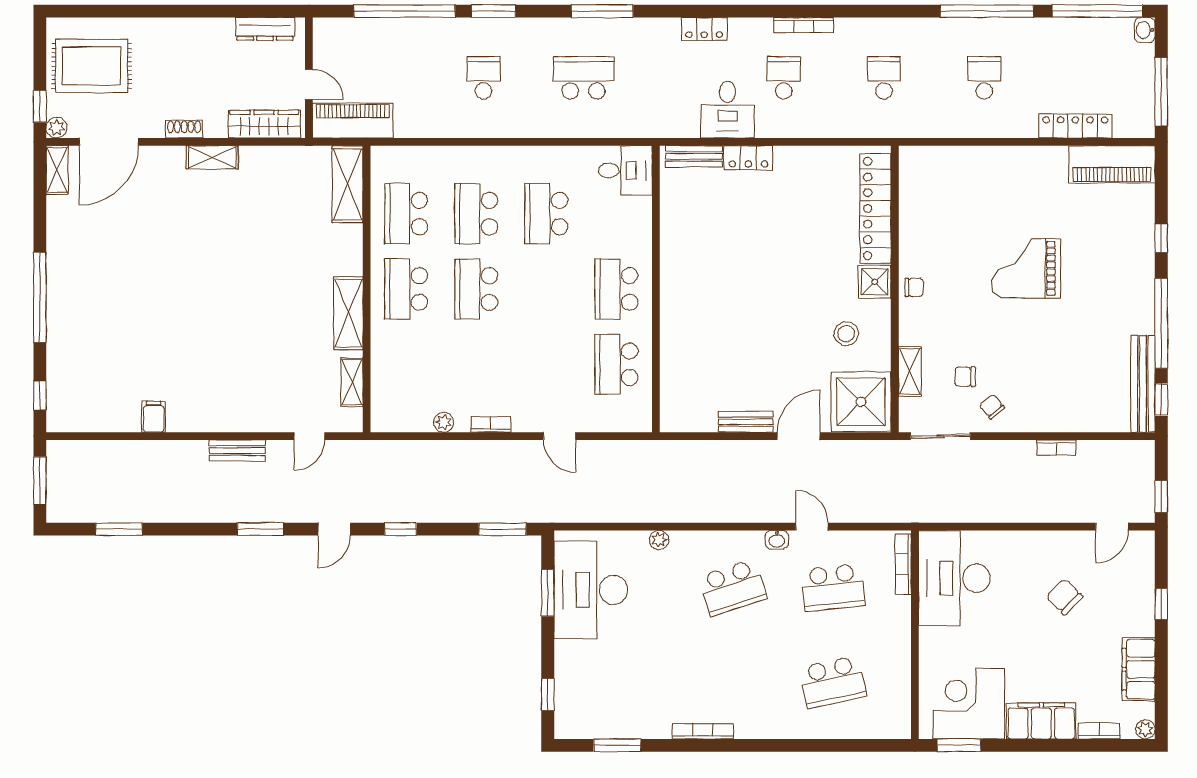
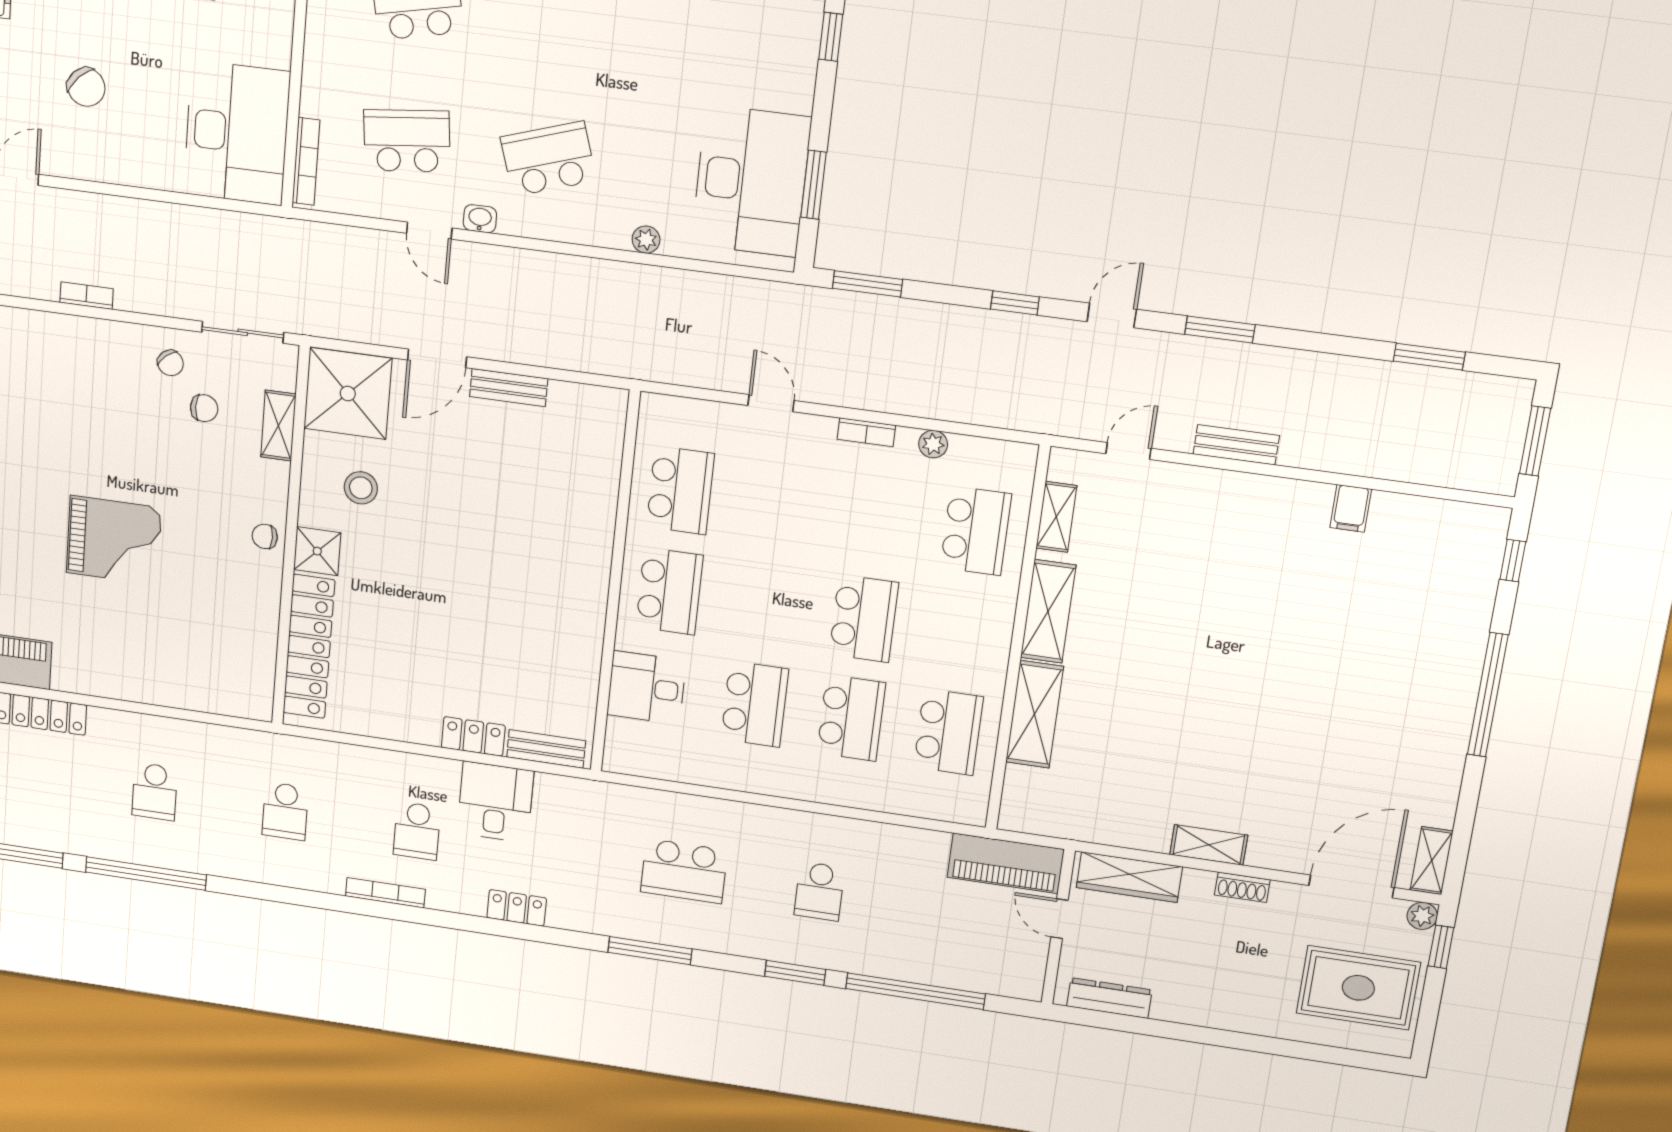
desk: (625, 170) -> (647, 688), moved
shelving: (348, 184) -> (1034, 714), moved
school desk: (406, 289) -> (976, 531), moved

